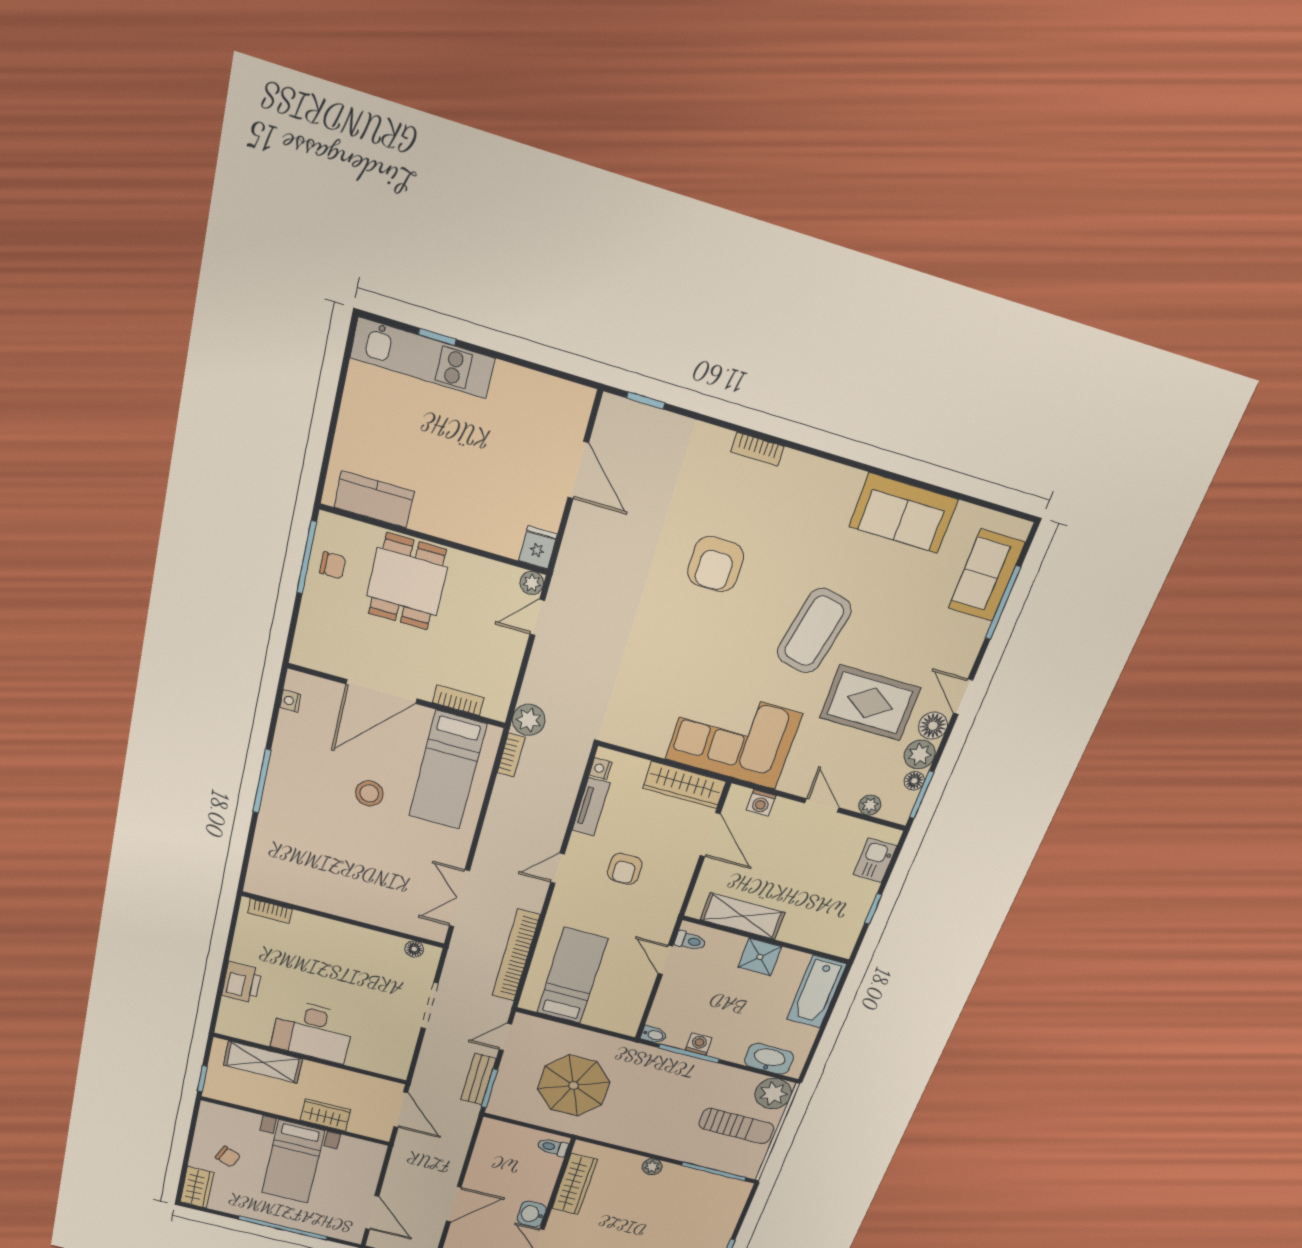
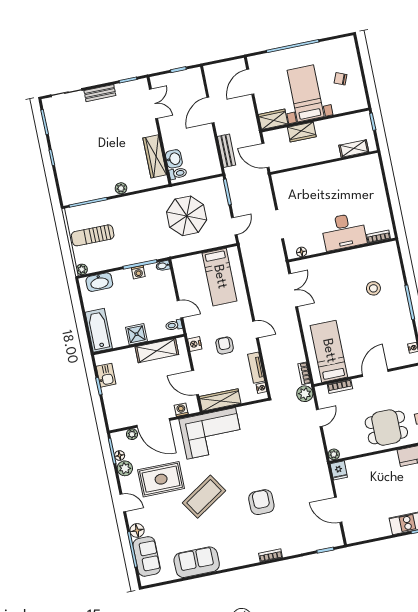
dining table: (407, 582) -> (386, 428), turned 90
door: (537, 617) -> (319, 418), moved
coffee table: (814, 631) -> (204, 497), turned 45
door: (381, 691) -> (375, 373), width x0.73
floor lamp: (933, 726) -> (137, 530), moved
stool: (369, 793) -> (373, 288), moved
door: (822, 805) -> (153, 423), width x1.88
kitchen sink: (875, 860) -> (106, 375), moved
door: (557, 868) -> (256, 329), hinge flipped
nightstand: (674, 896) -> (195, 344), added
bookcase: (516, 955) -> (252, 274), removed
printer: (242, 982) -> (376, 189), removed
desk: (313, 1031) -> (344, 232), moved, turned 180
shelving: (263, 1062) -> (354, 148), width x0.67, depth x0.75
bench: (478, 1079) -> (227, 151), moved
plant: (773, 1094) -> (82, 269), width x0.53, depth x0.53
wardrobe: (197, 1187) -> (273, 119), moved, turned 90
door: (372, 1213) -> (250, 82), hinge flipped
washbasin: (532, 1214) -> (174, 159), moved

